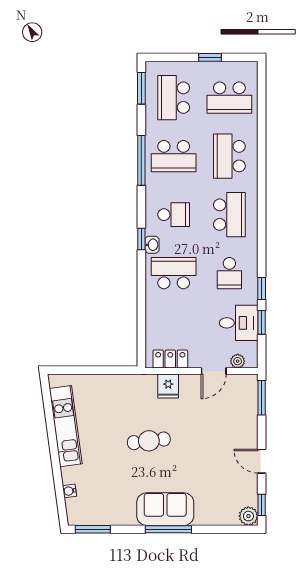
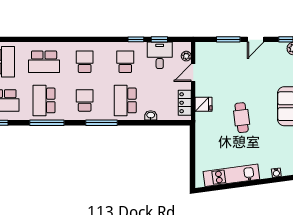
school desk: (174, 156) -> (44, 100), turned 180
school desk: (229, 215) -> (85, 62), width x0.54
window: (141, 239) -> (102, 123), width x2.17
washbasin: (152, 245) -> (151, 115), moved
school desk: (229, 273) -> (125, 62), turned -90
door: (214, 371) -> (193, 73), swing flipped
window: (262, 398) -> (228, 39), moved

